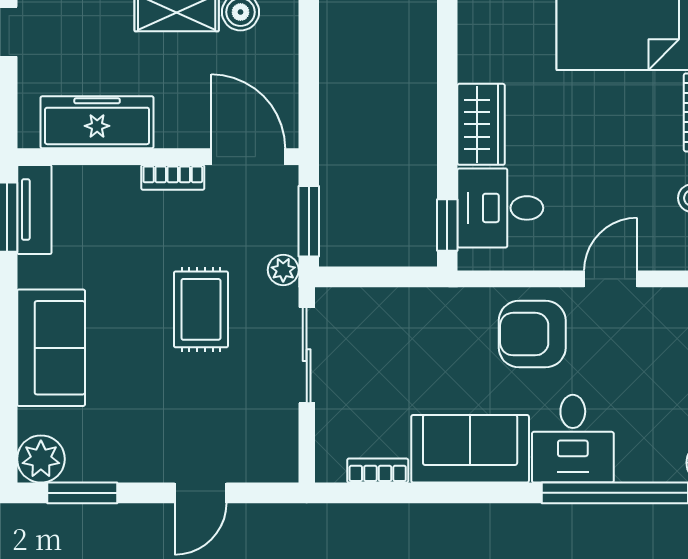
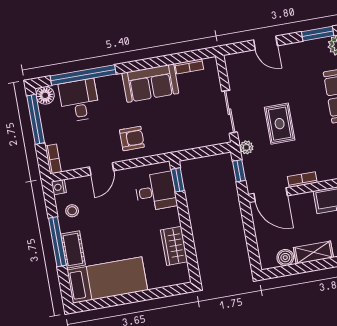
wardrobe: (481, 124) -> (174, 246), moved
window: (309, 221) -> (239, 171), width x0.67
armchair: (532, 334) -> (132, 138), width x0.72, depth x0.72
desk: (573, 439) -> (79, 100), moved
door: (200, 493) -> (266, 43), swing flipped

